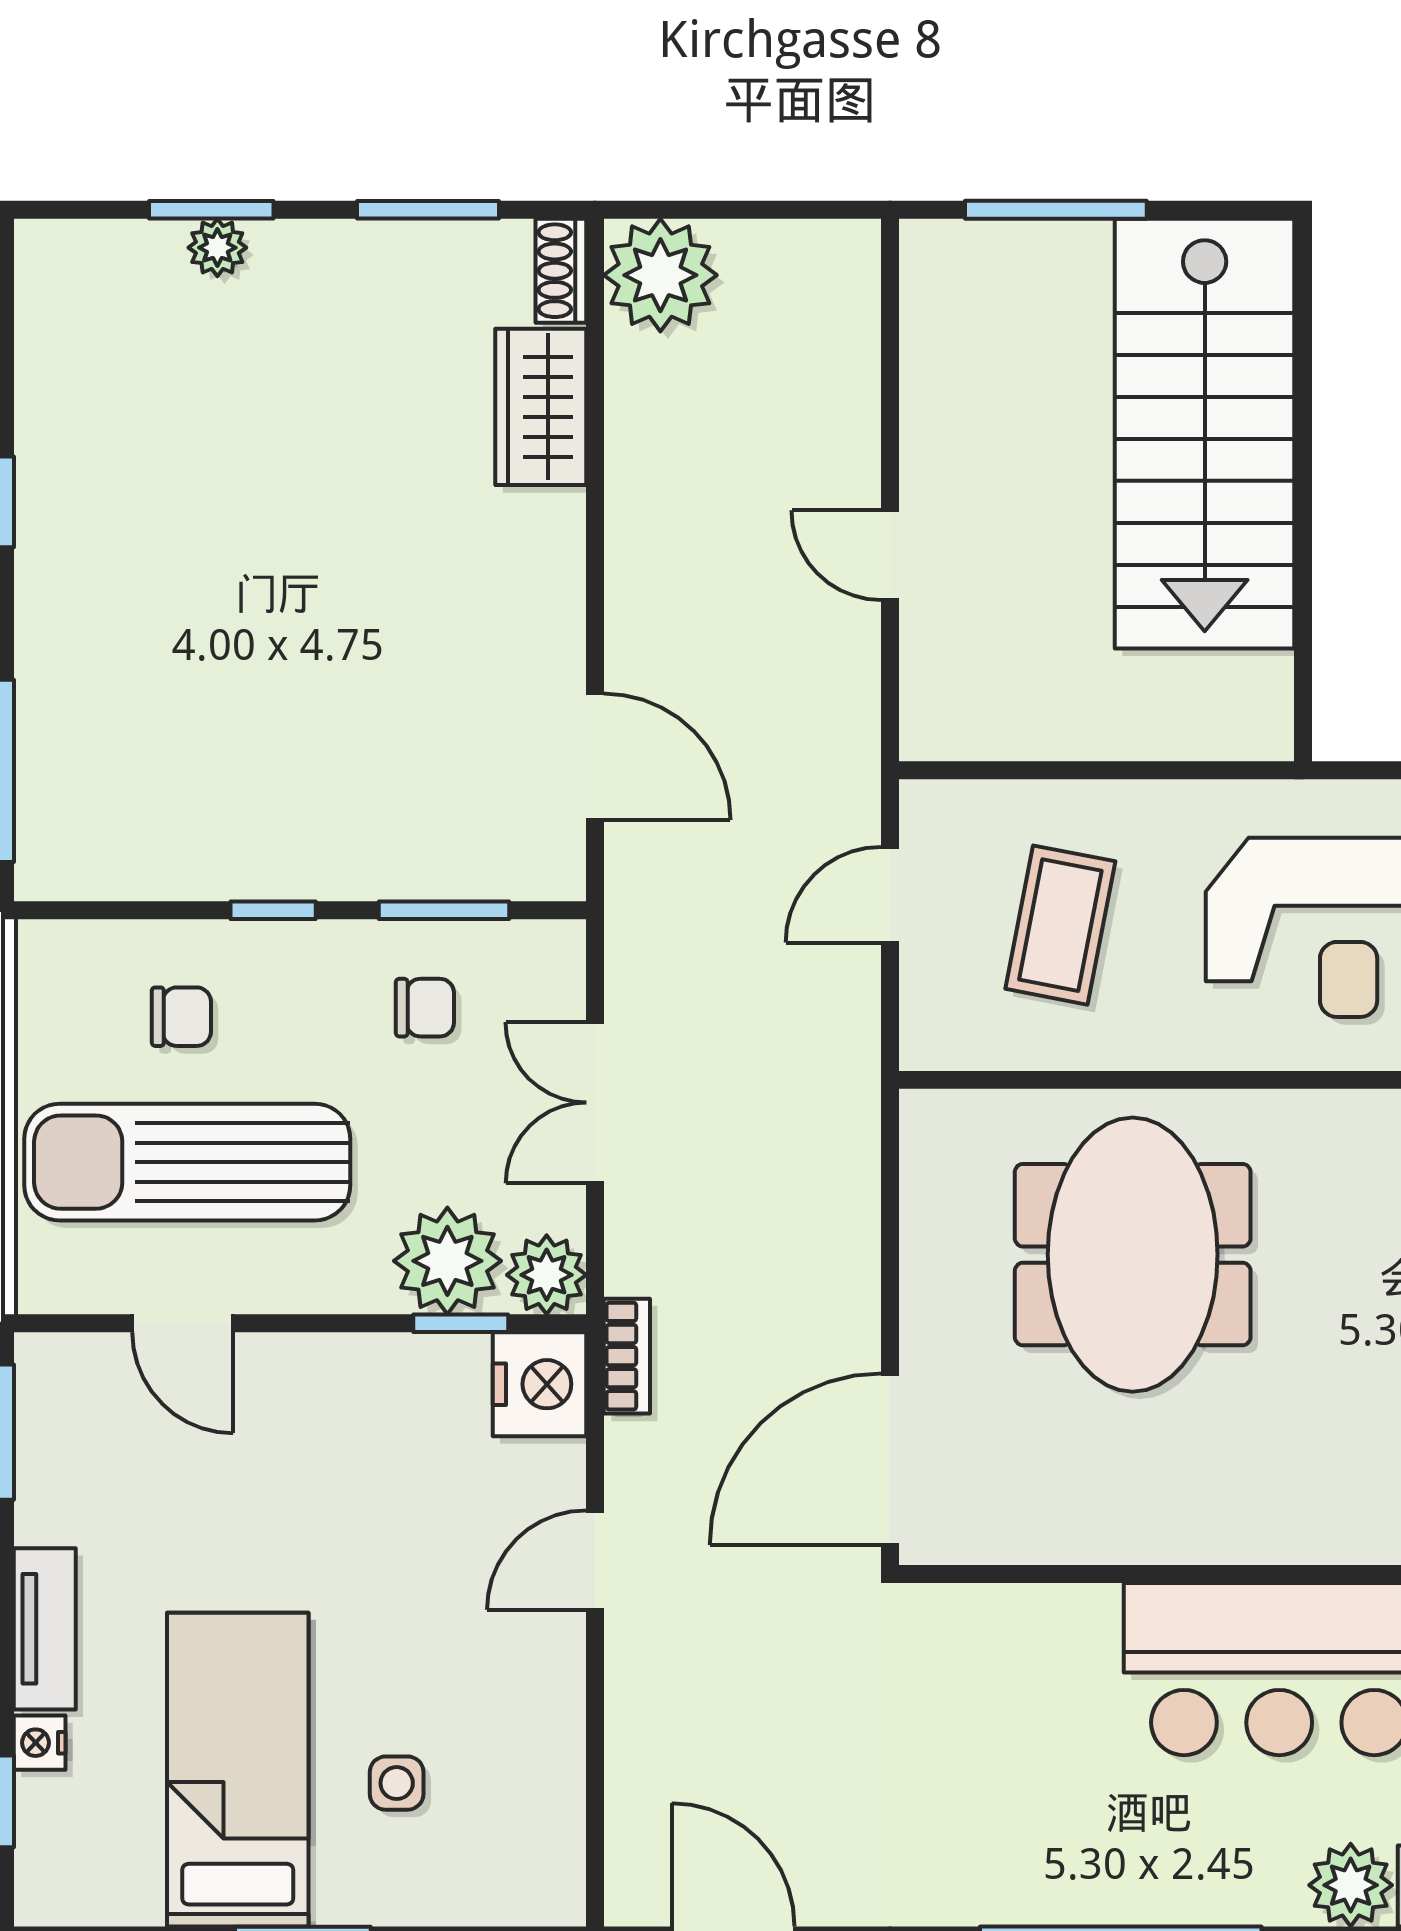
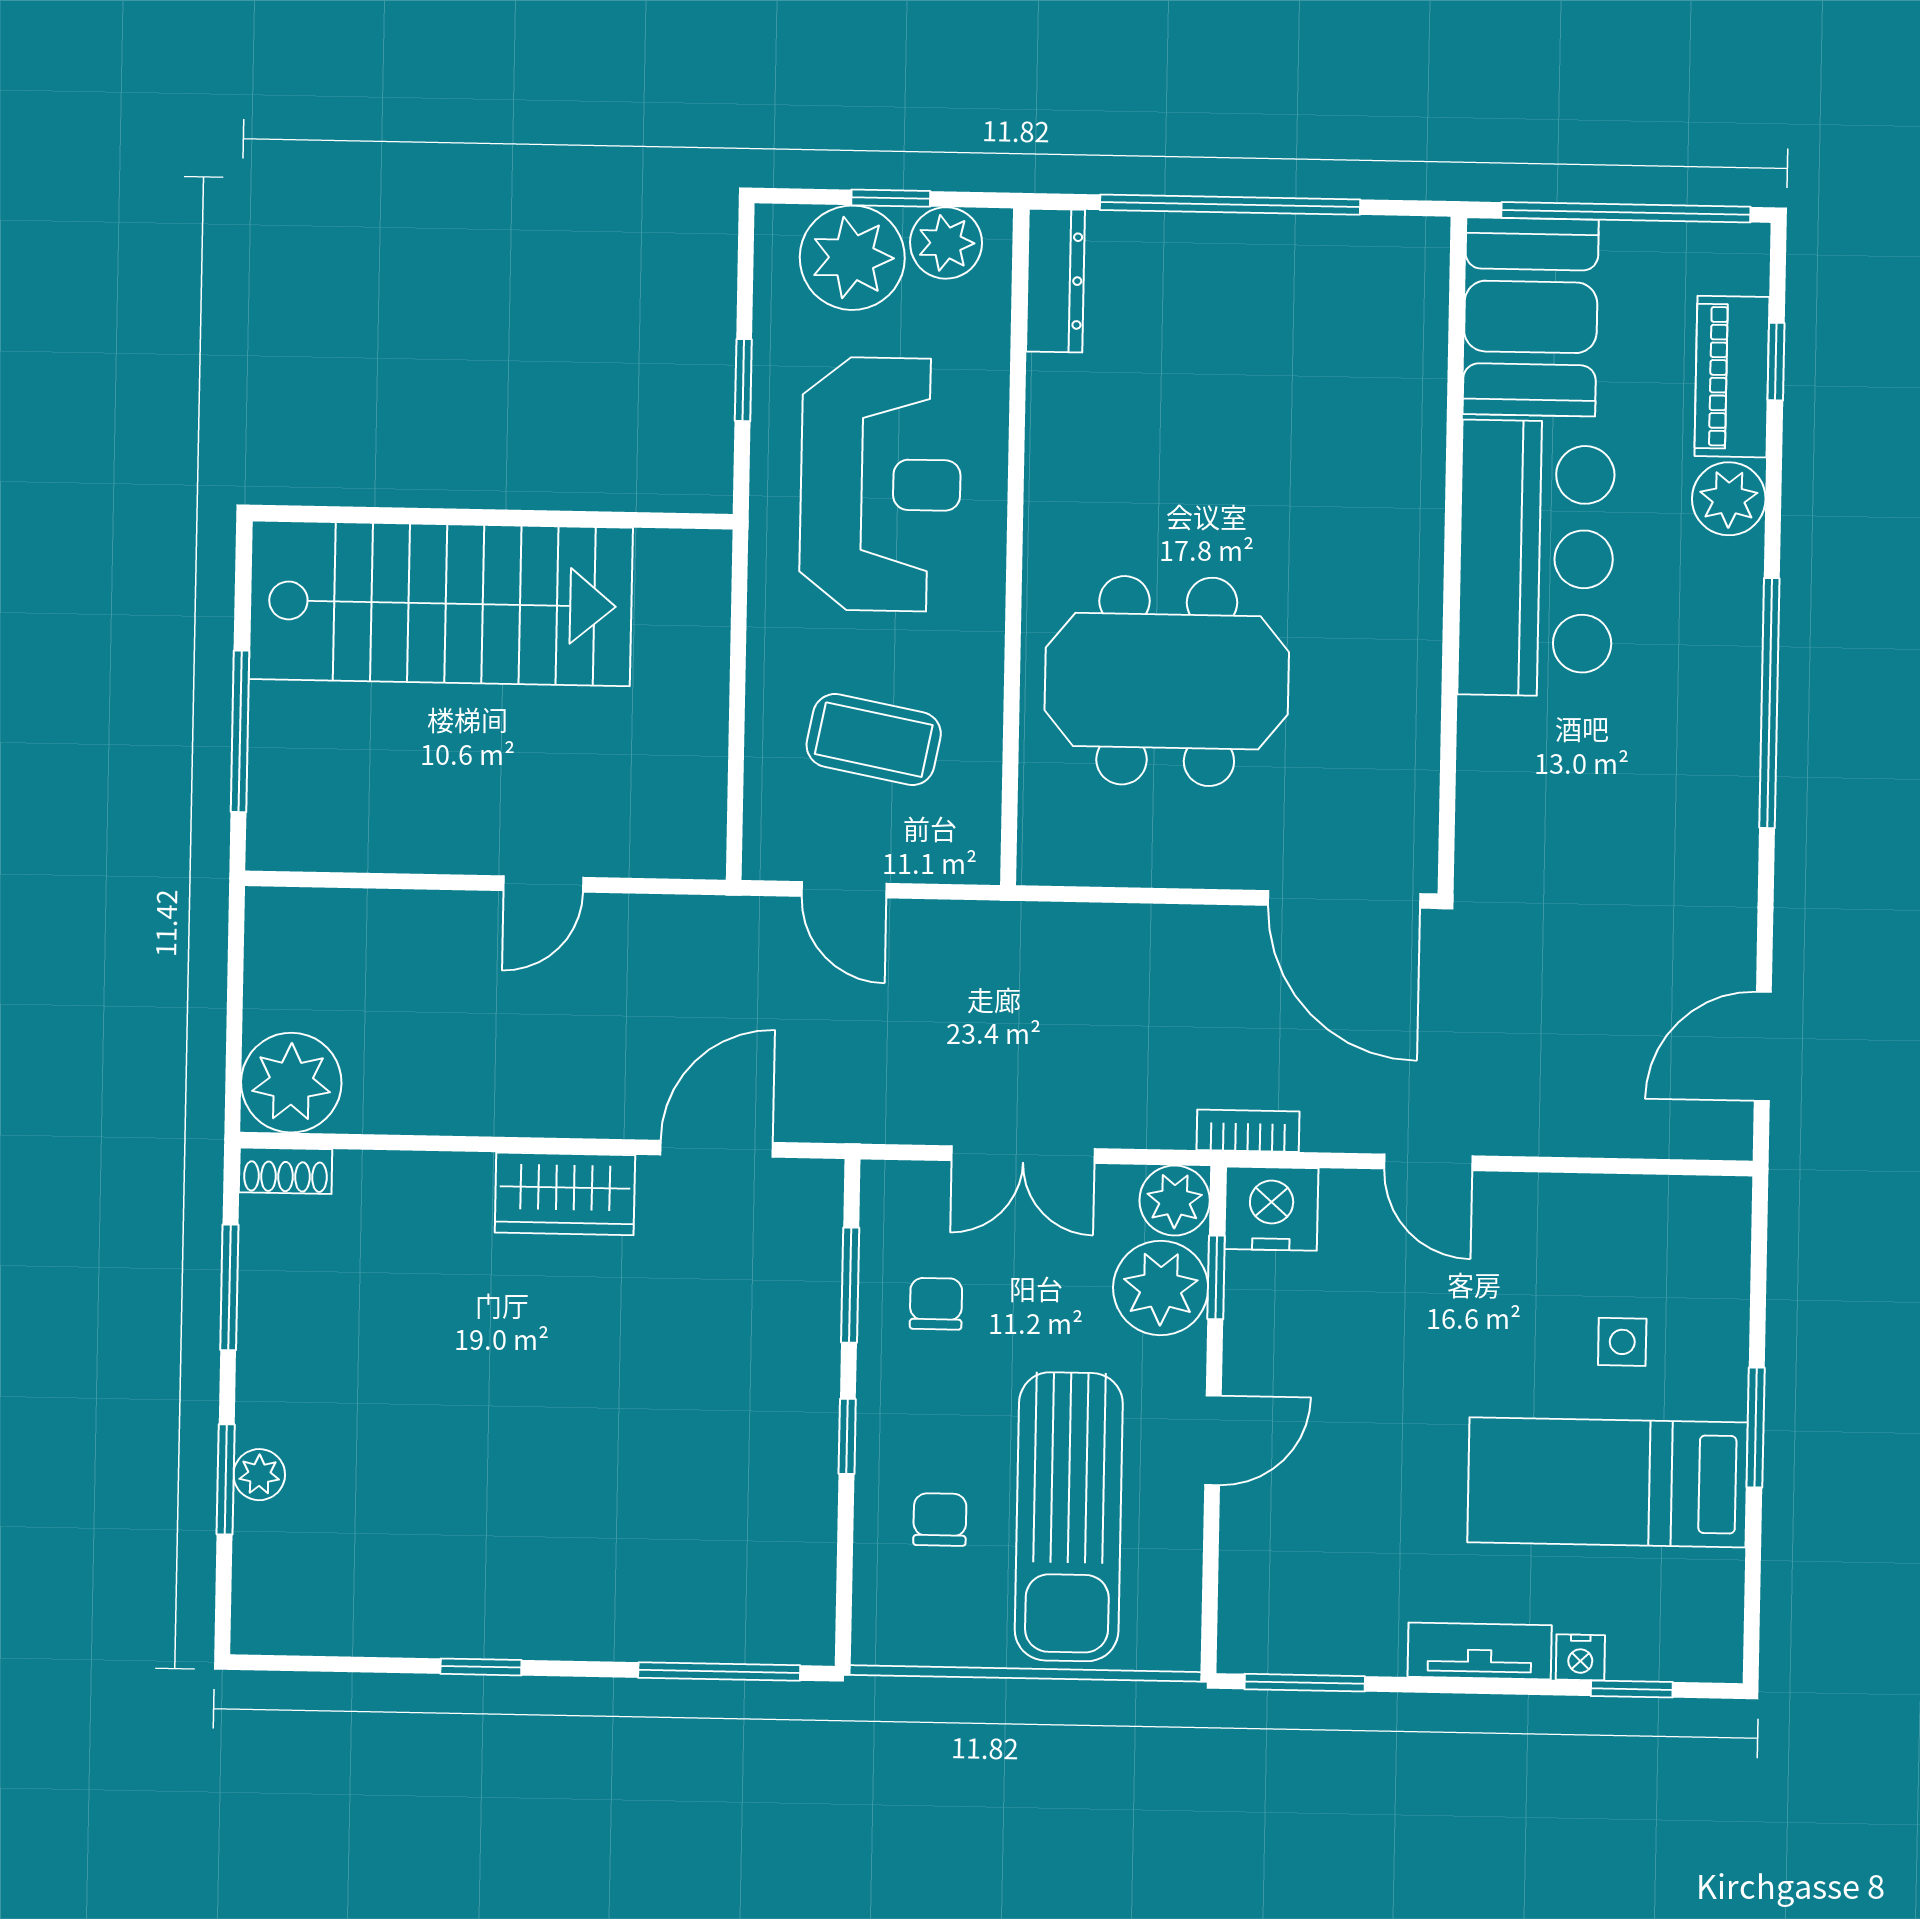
wardrobe: (541, 407) -> (565, 1194), moved
door: (183, 1323) -> (1213, 1440), moved

